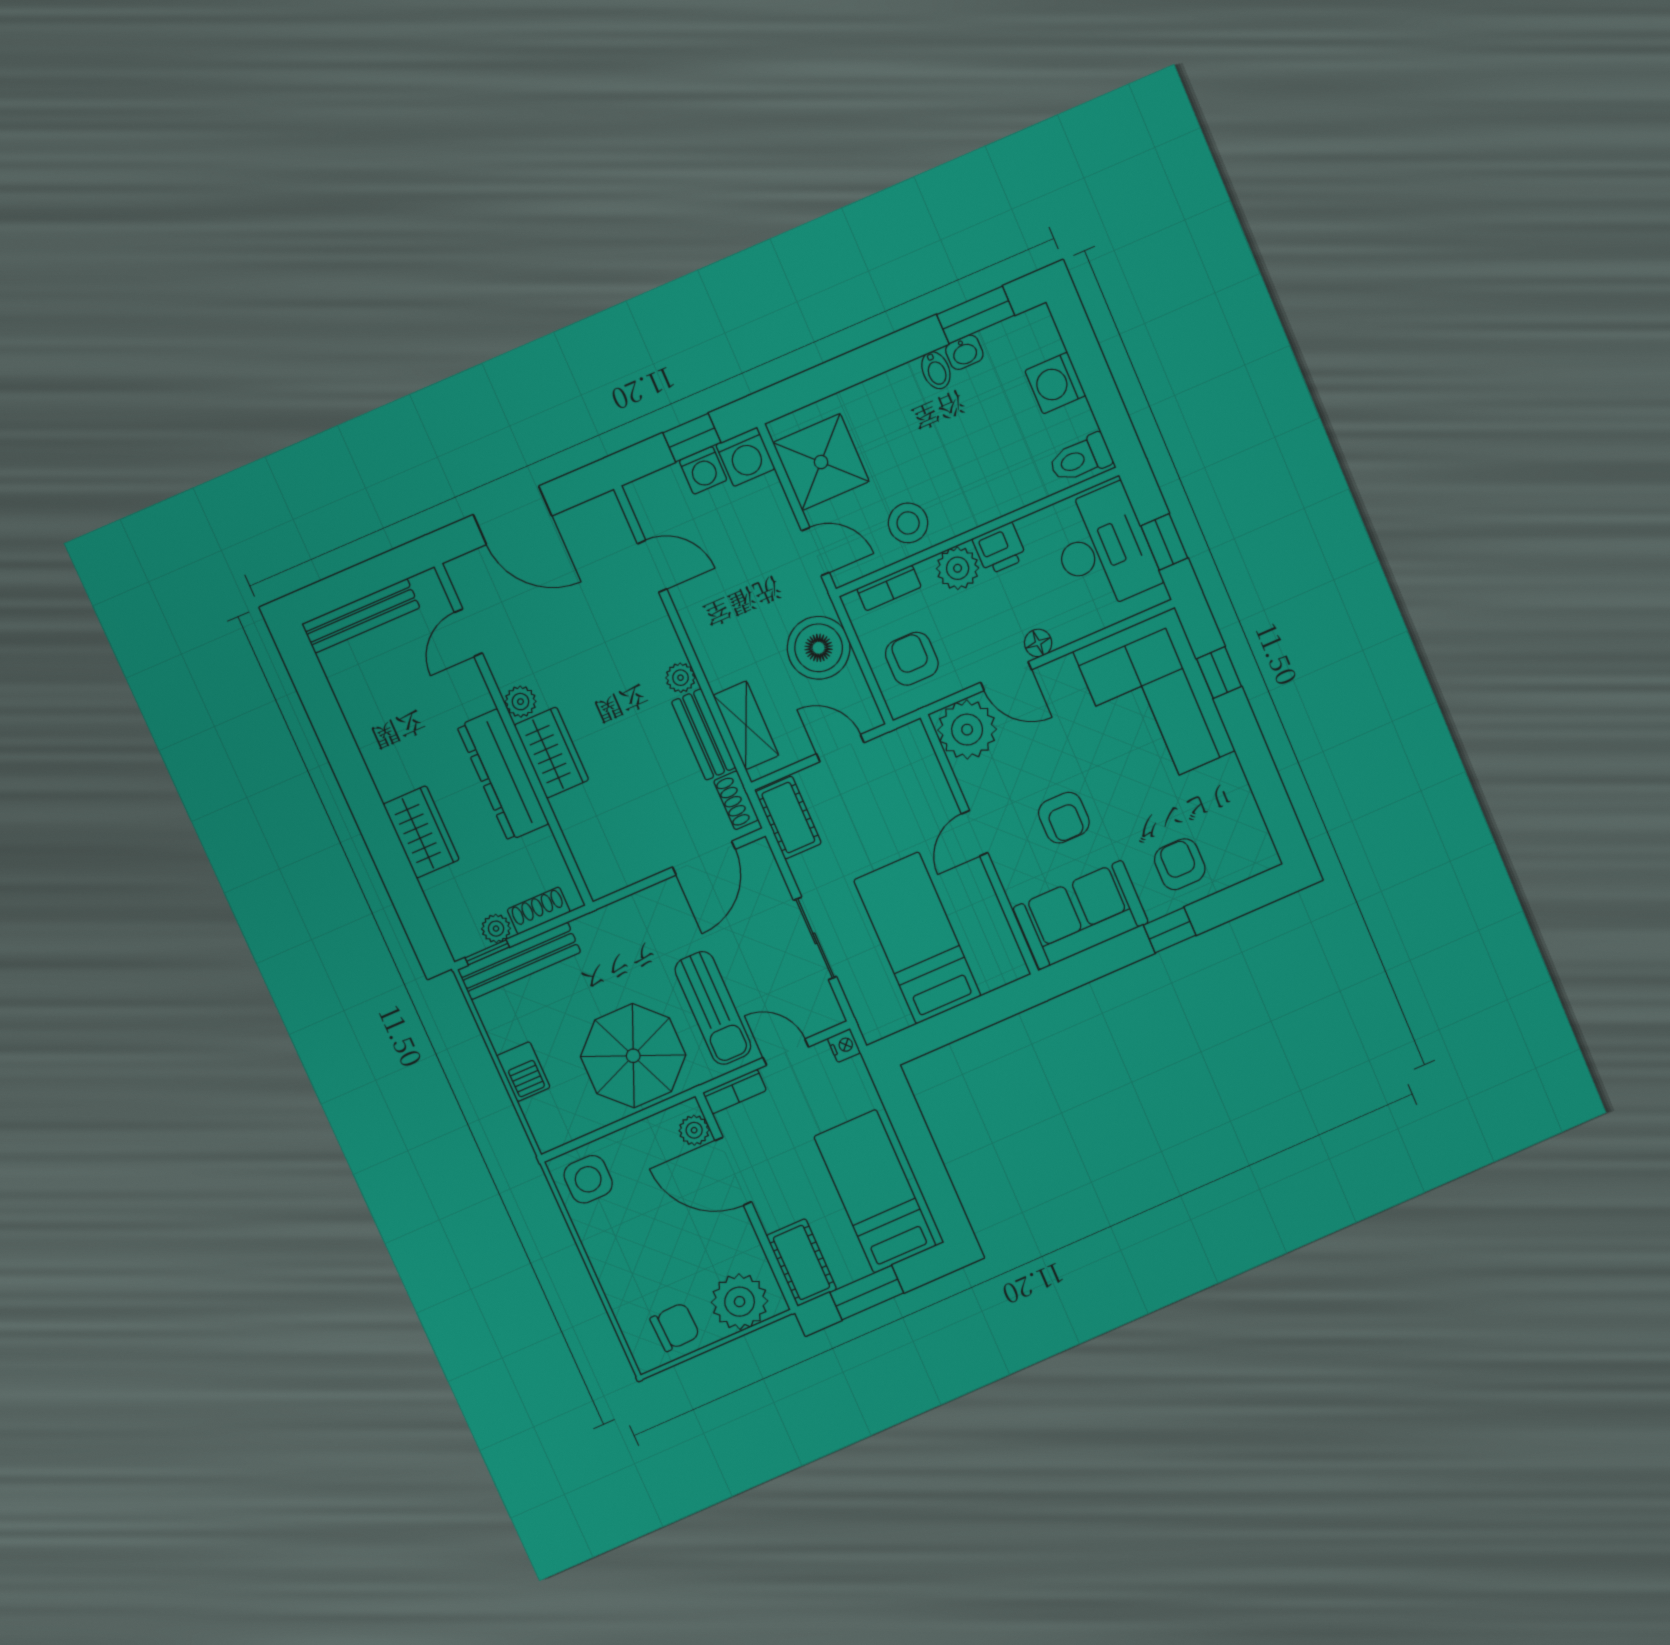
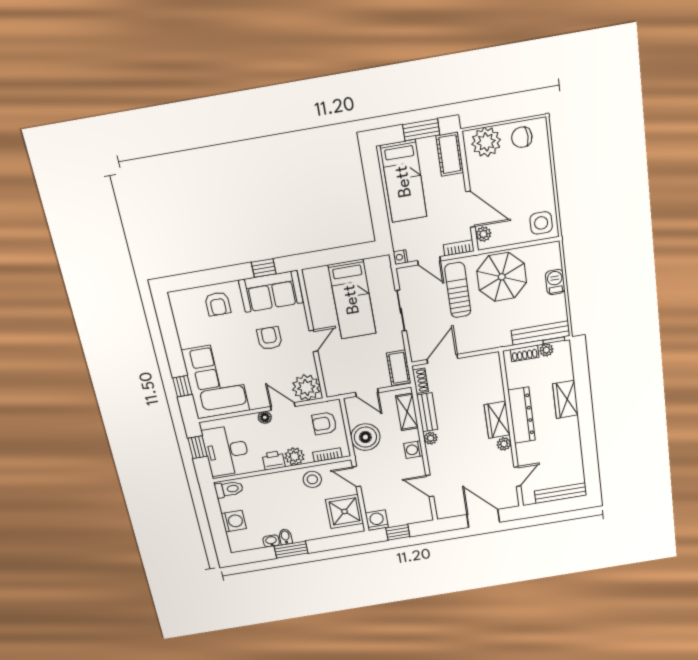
window: (976, 315) -> (291, 550), moved
washing machine: (703, 470) -> (413, 450), moved, turned -90
armchair: (912, 659) -> (324, 423), turned 90
window: (1170, 930) -> (264, 268), moved

